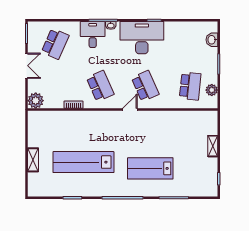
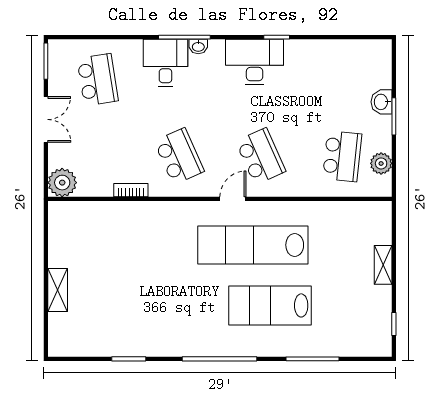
desk: (142, 38) -> (255, 62), width x0.73, depth x0.77
washbasin: (212, 40) -> (382, 102), moved
school desk: (55, 44) -> (98, 80), turned -33
lab bench: (83, 162) -> (253, 245), moved

